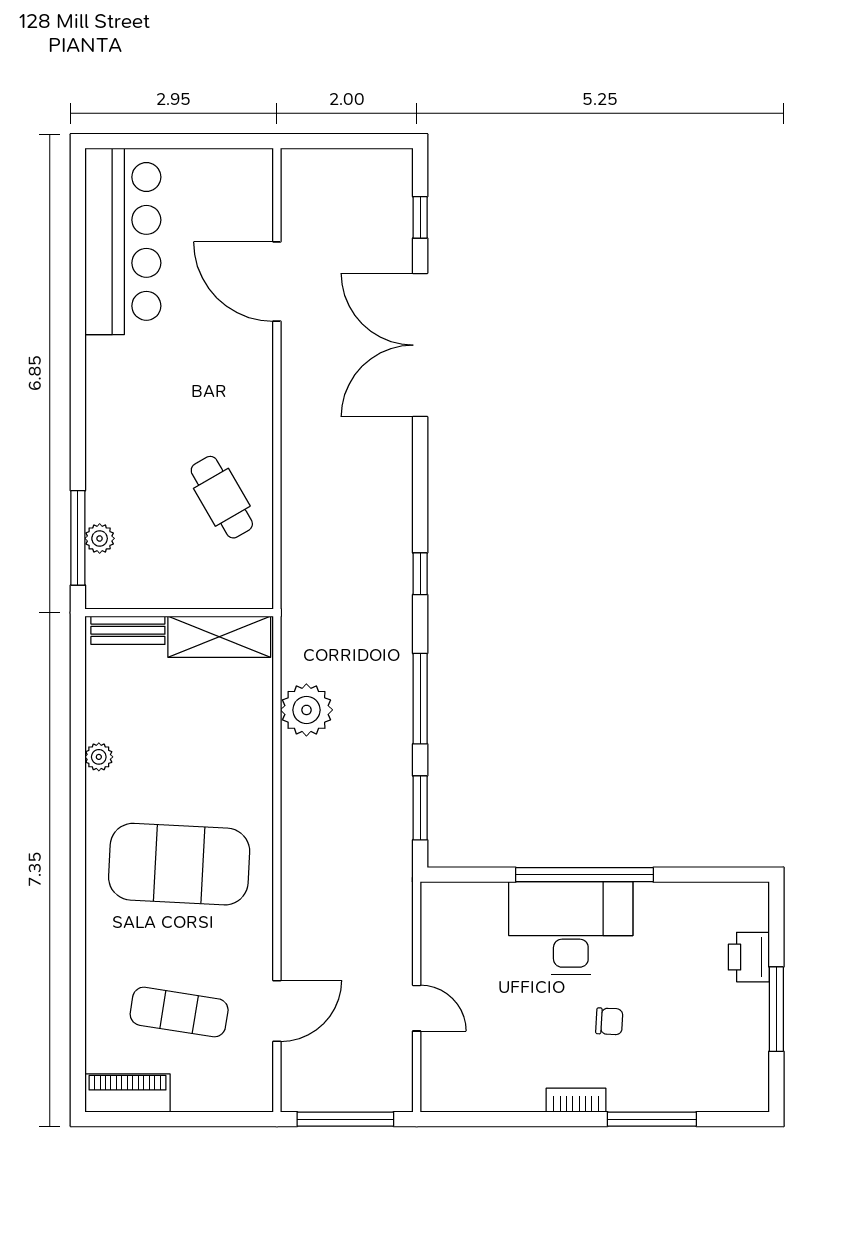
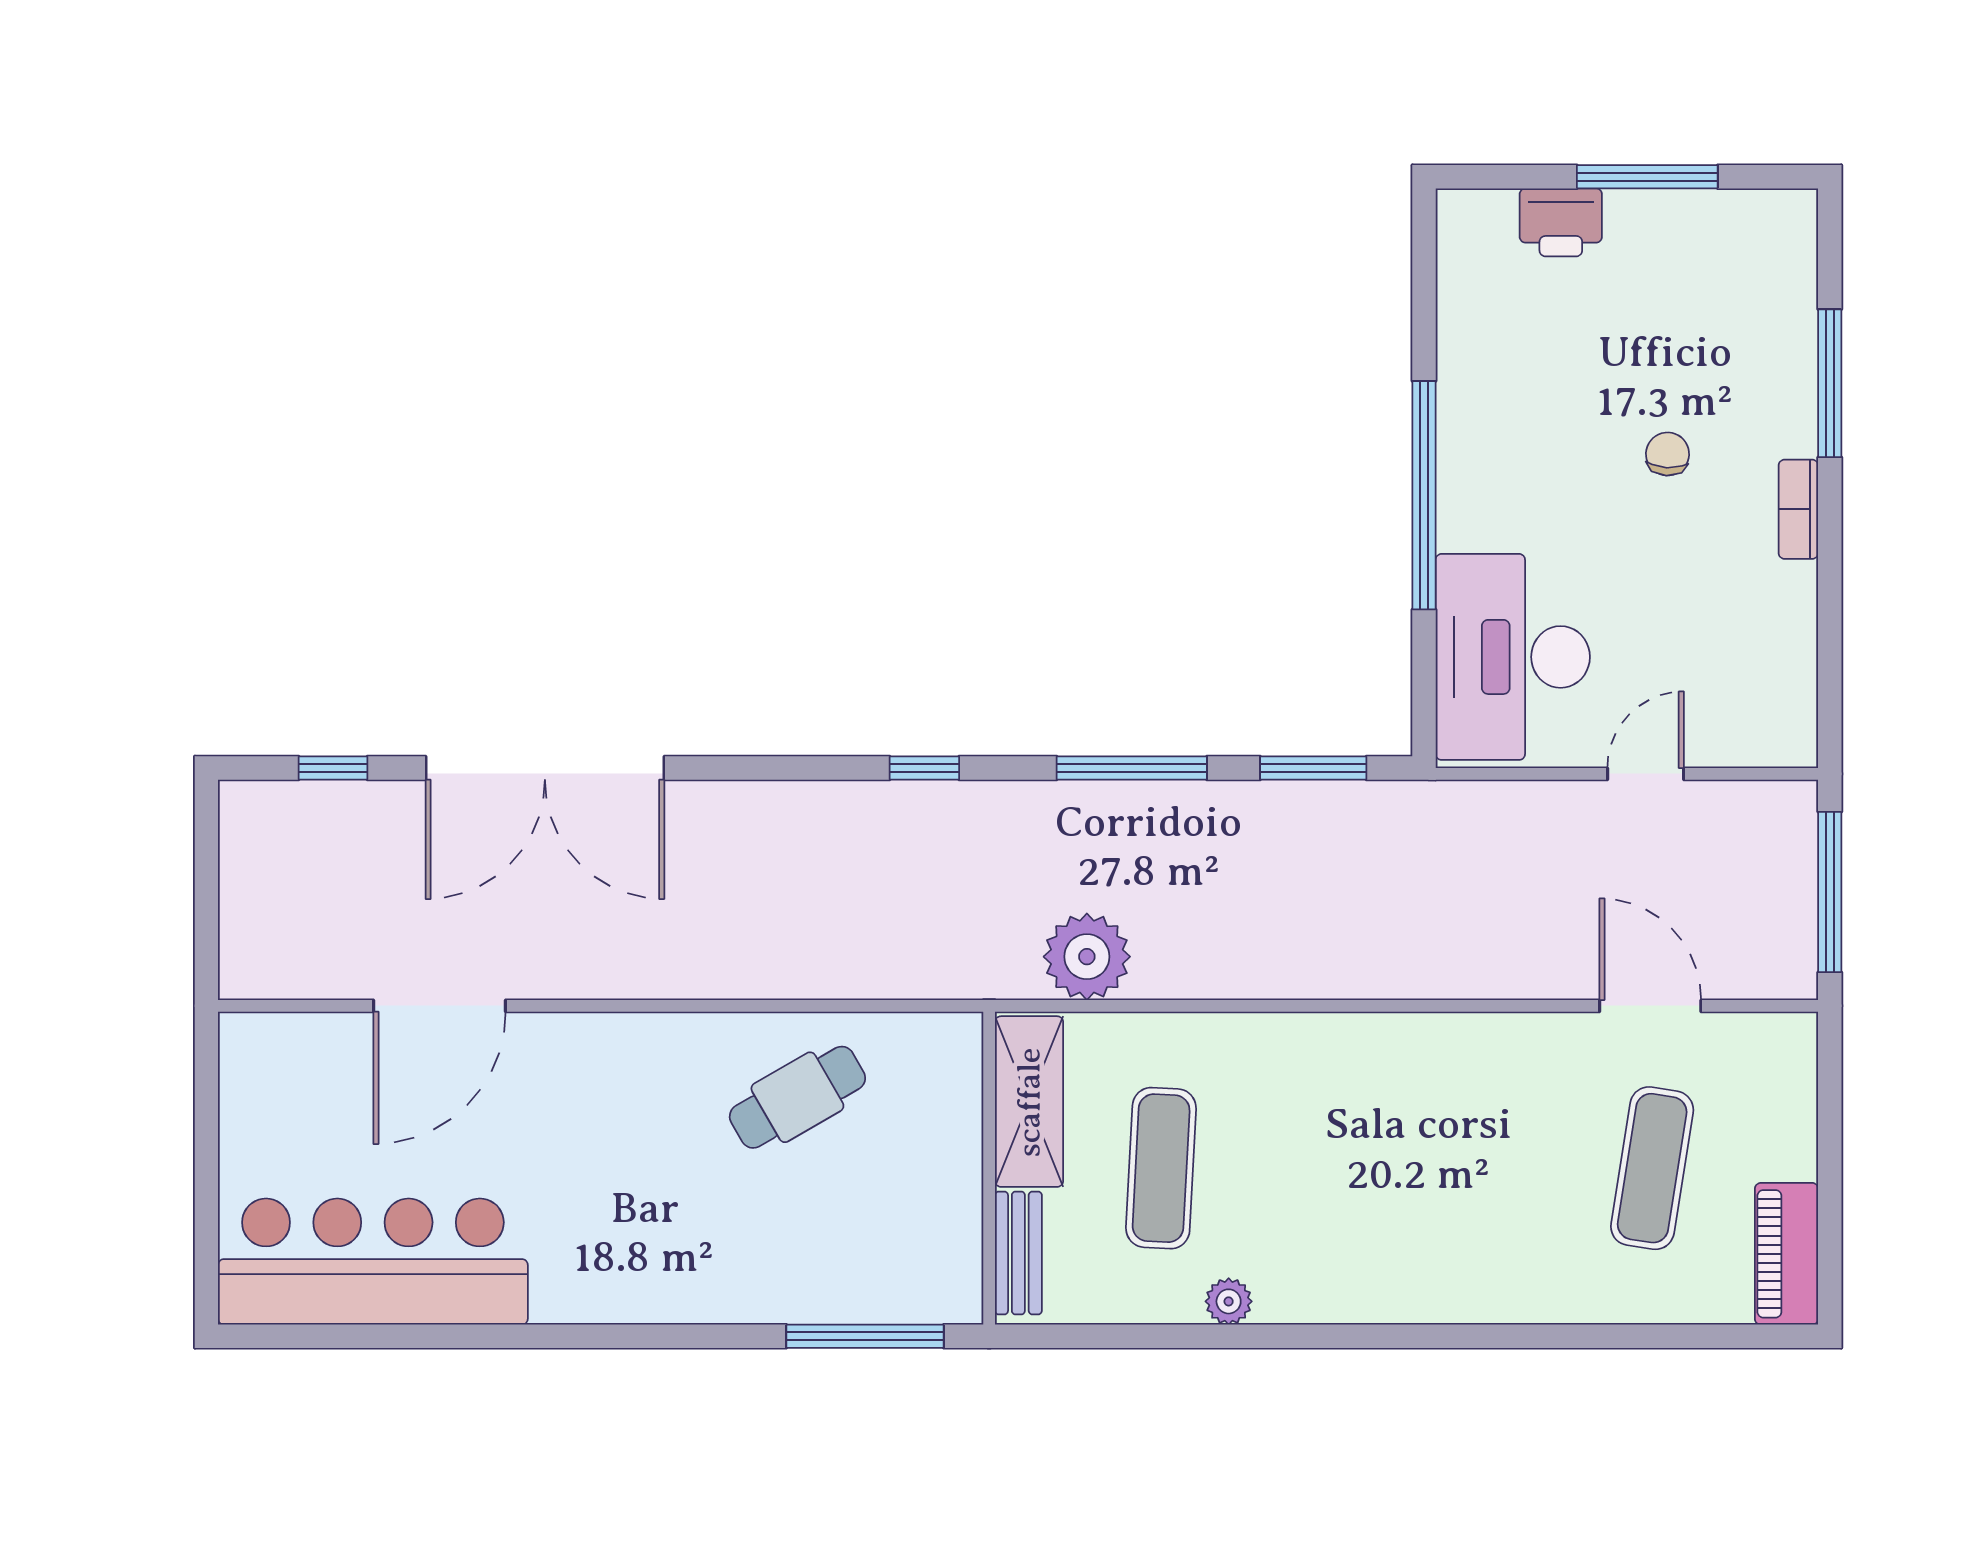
plant: (100, 538) -> (866, 1300), removed
plant: (306, 710) -> (1087, 957), moved
exercise mat: (179, 864) -> (1161, 1168), moved, width x0.50, depth x0.69
desk: (571, 928) -> (1513, 657), moved

